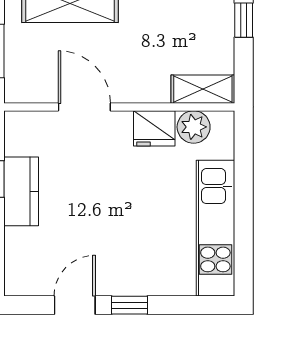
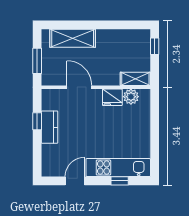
kitchen unit: (215, 228) -> (118, 168), moved, turned 90
window: (130, 305) -> (120, 181), moved

